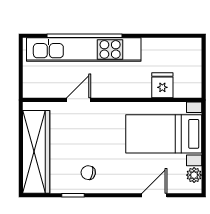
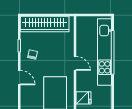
door: (79, 100) -> (75, 63), moved
door: (154, 195) -> (19, 78), moved

